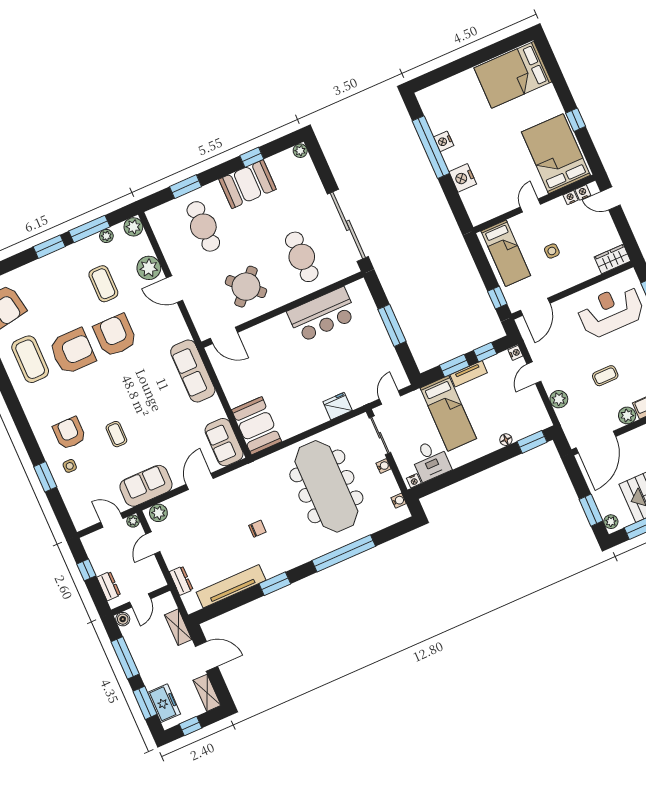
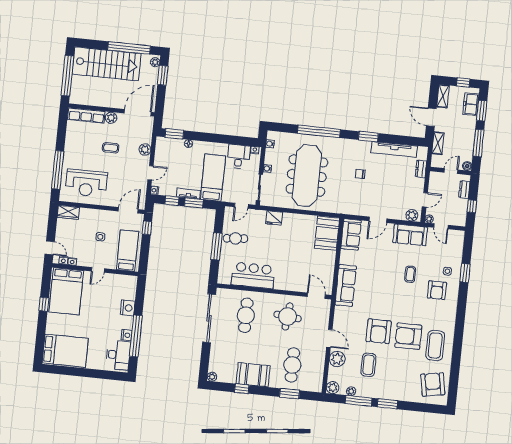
desk: (440, 109) -> (118, 355), added
round table: (246, 287) -> (288, 316), turned -38
cafe table: (373, 350) -> (235, 238), added

